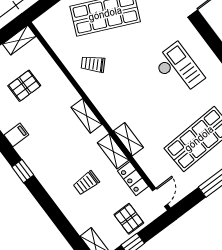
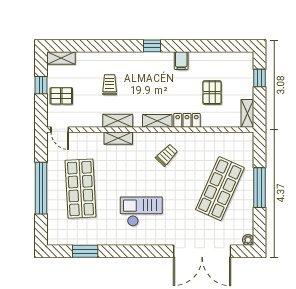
trolley: (93, 64) -> (167, 155), moved
checkout: (179, 69) -> (141, 211), turned 180
locker: (133, 179) -> (187, 120), moved

